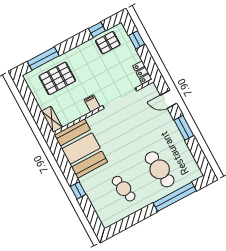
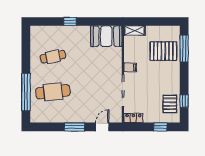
pallet: (57, 78) -> (163, 51), turned 90
booth: (81, 148) -> (106, 36), width x0.73, depth x0.70

